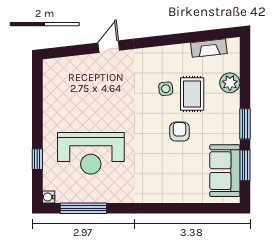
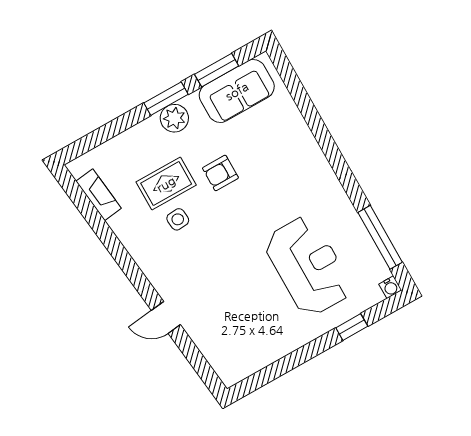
plant: (230, 83) -> (174, 118), moved

